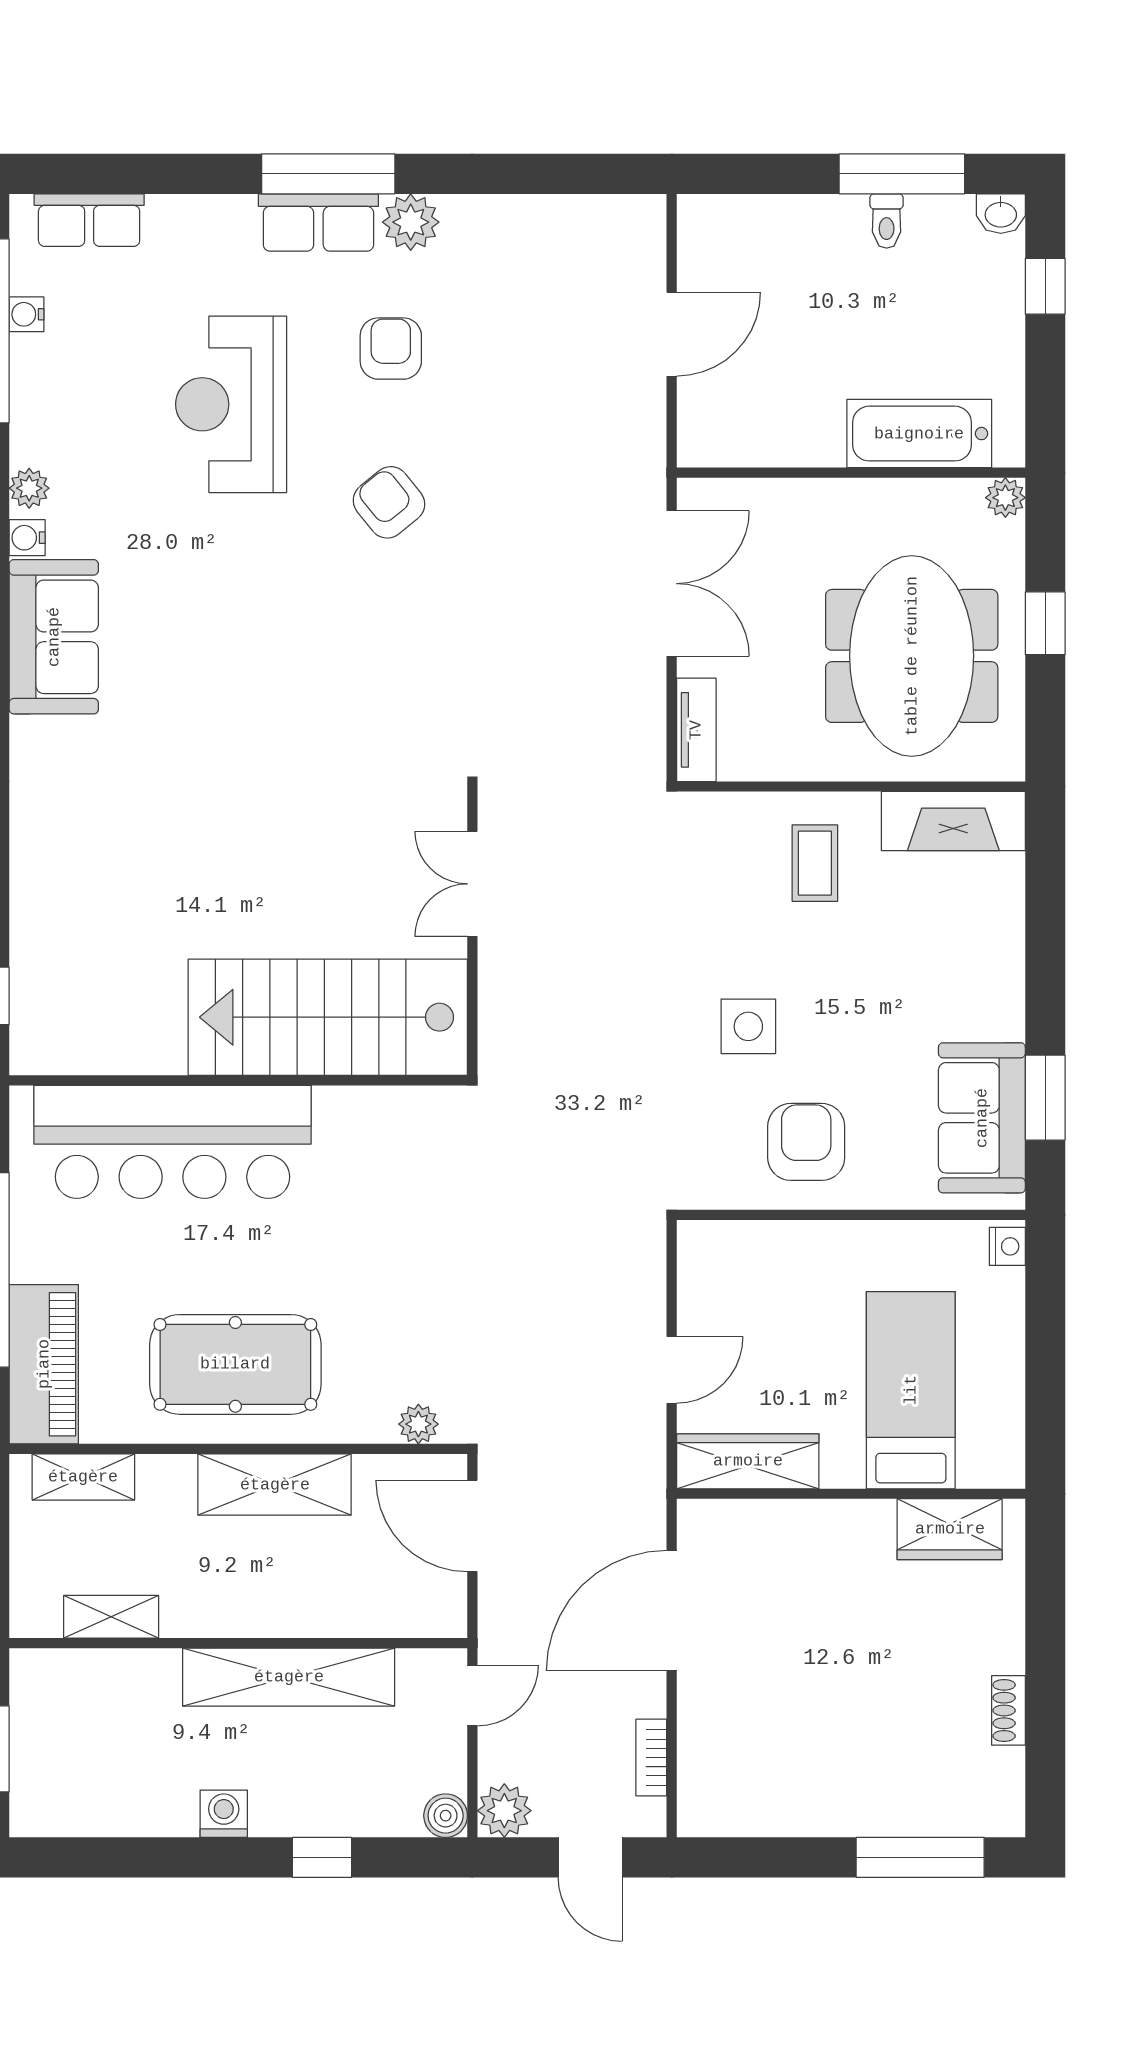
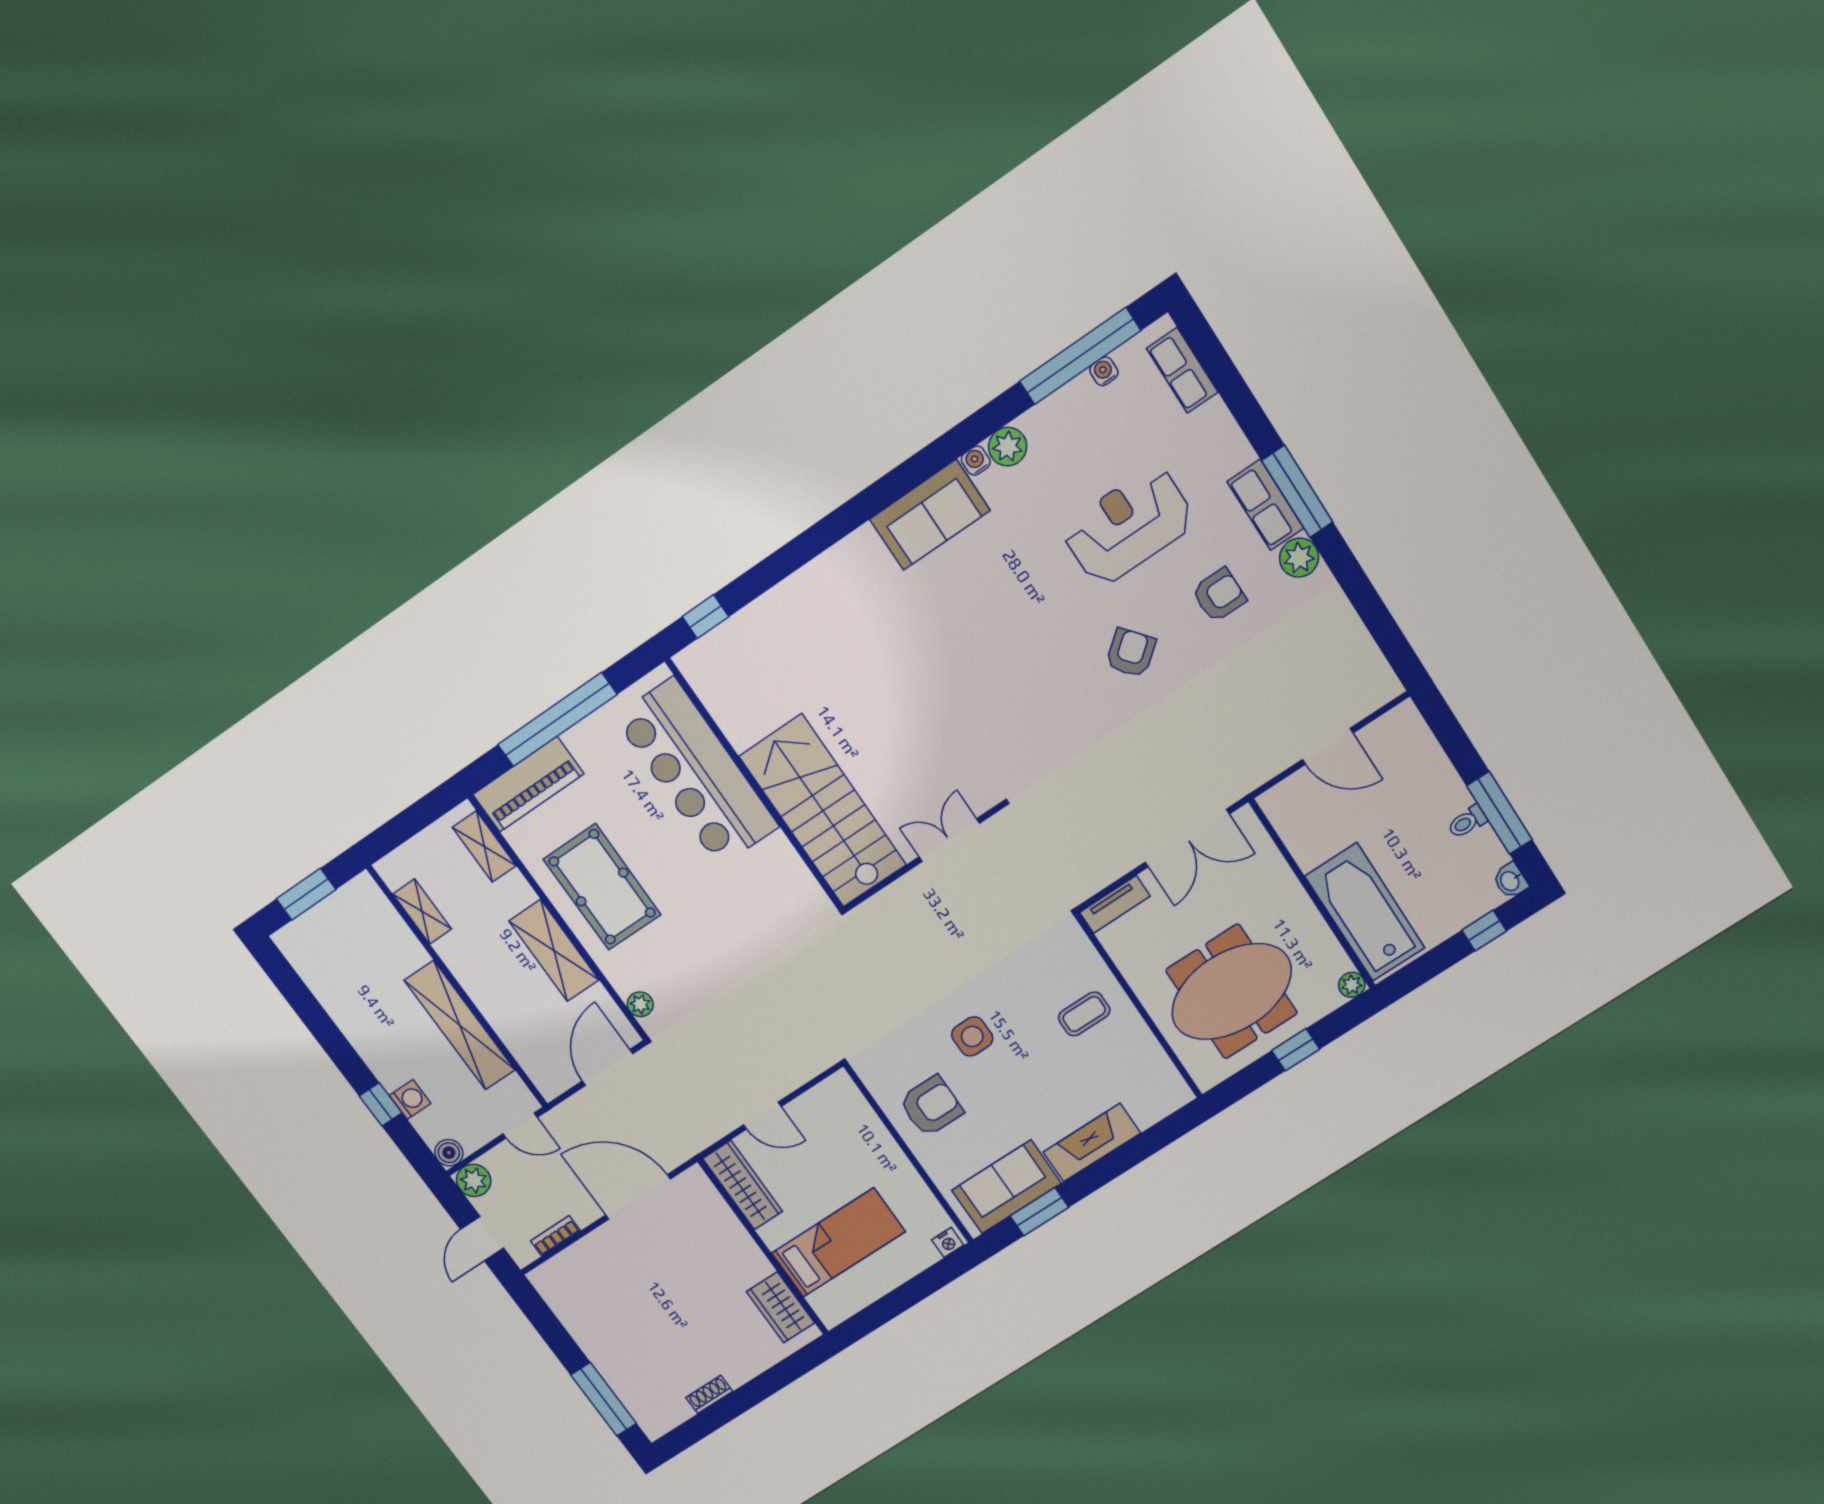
bathtub: (919, 434) -> (1365, 912), width x1.36, depth x1.36
plant: (29, 488) -> (1008, 447), width x1.38, depth x1.38
fireplace: (953, 821) -> (1092, 1143), moved, turned 90
washing machine: (224, 1814) -> (410, 1099), moved

